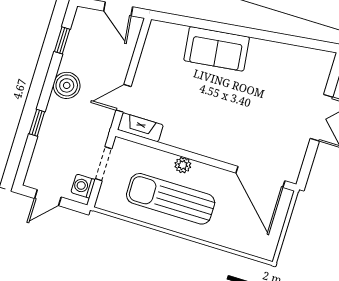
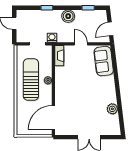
sofa: (217, 49) -> (104, 61), moved
plant: (279, 54) -> (112, 109), added
door: (124, 98) -> (81, 44), moved
washing machine: (83, 186) -> (52, 38), moved

